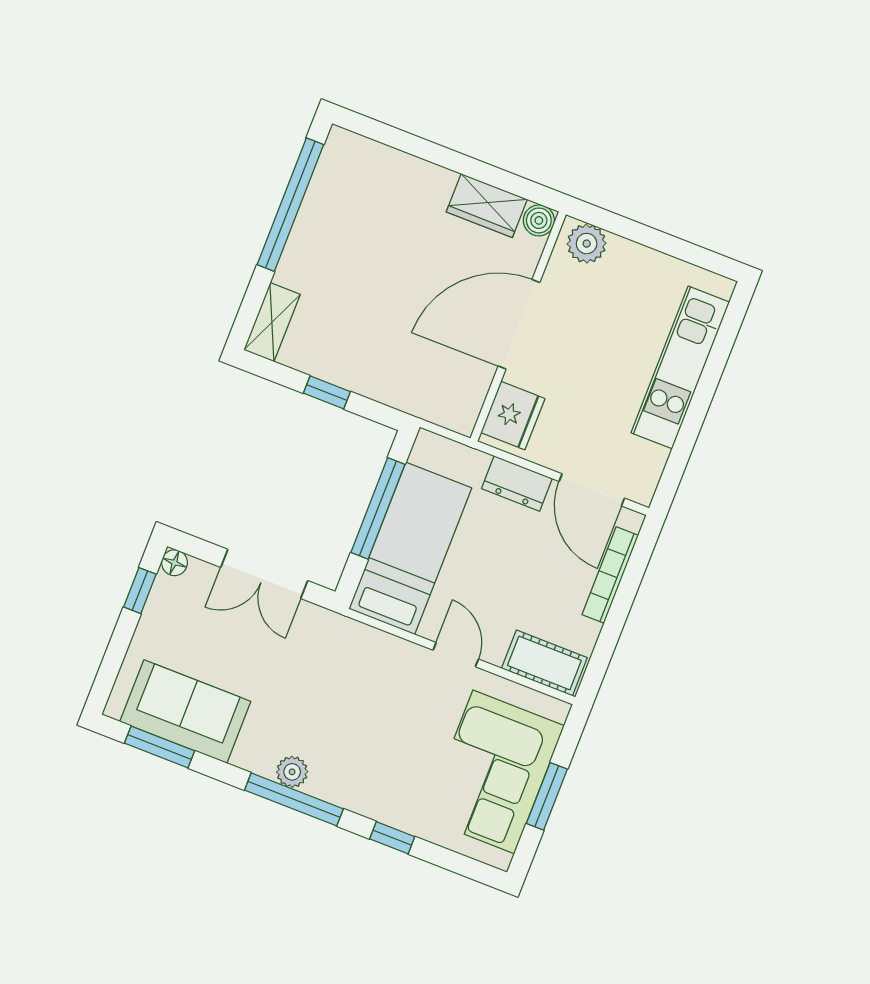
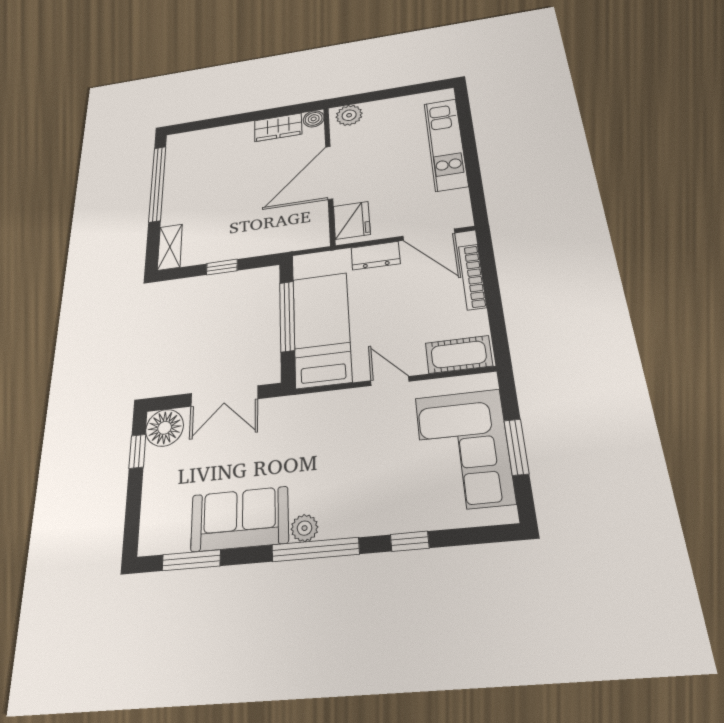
floor lamp: (174, 563) -> (165, 428), width x1.89, depth x1.89
sofa: (185, 711) -> (240, 519), moved

